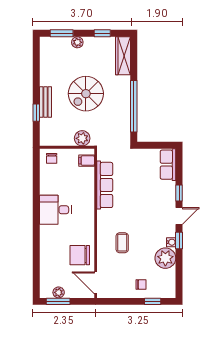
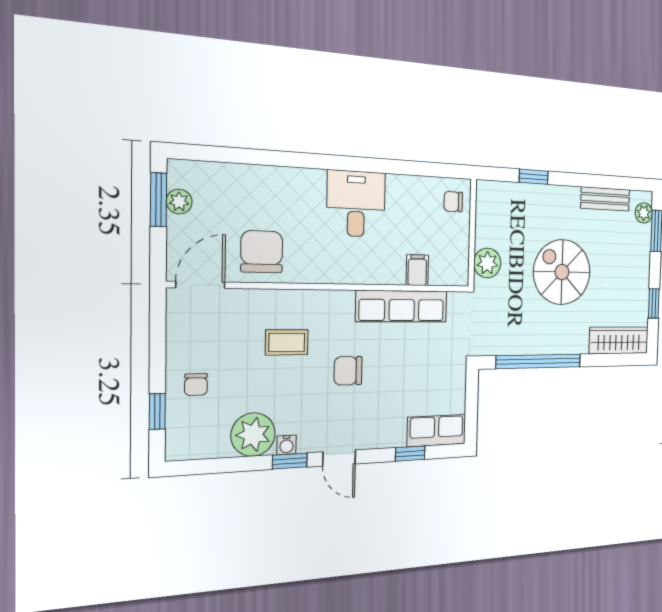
plant: (77, 42) -> (644, 213), moved
bench: (46, 102) -> (605, 199), moved
filing cabinet: (87, 161) -> (417, 270), moved
window: (179, 193) -> (410, 454), moved
chair: (136, 212) -> (348, 371), added

